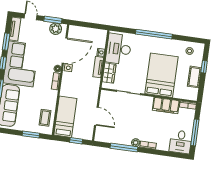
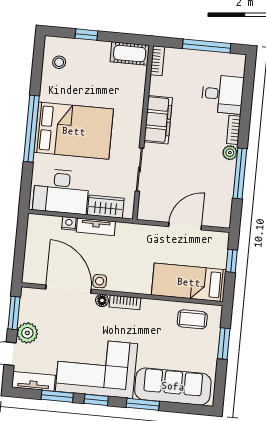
plant: (56, 29) -> (27, 333), moved
bed: (161, 75) -> (74, 131), moved, turned 180
cot: (194, 77) -> (130, 54), moved
filing cabinet: (166, 105) -> (158, 120), moved
desk: (181, 142) -> (223, 94), moved

